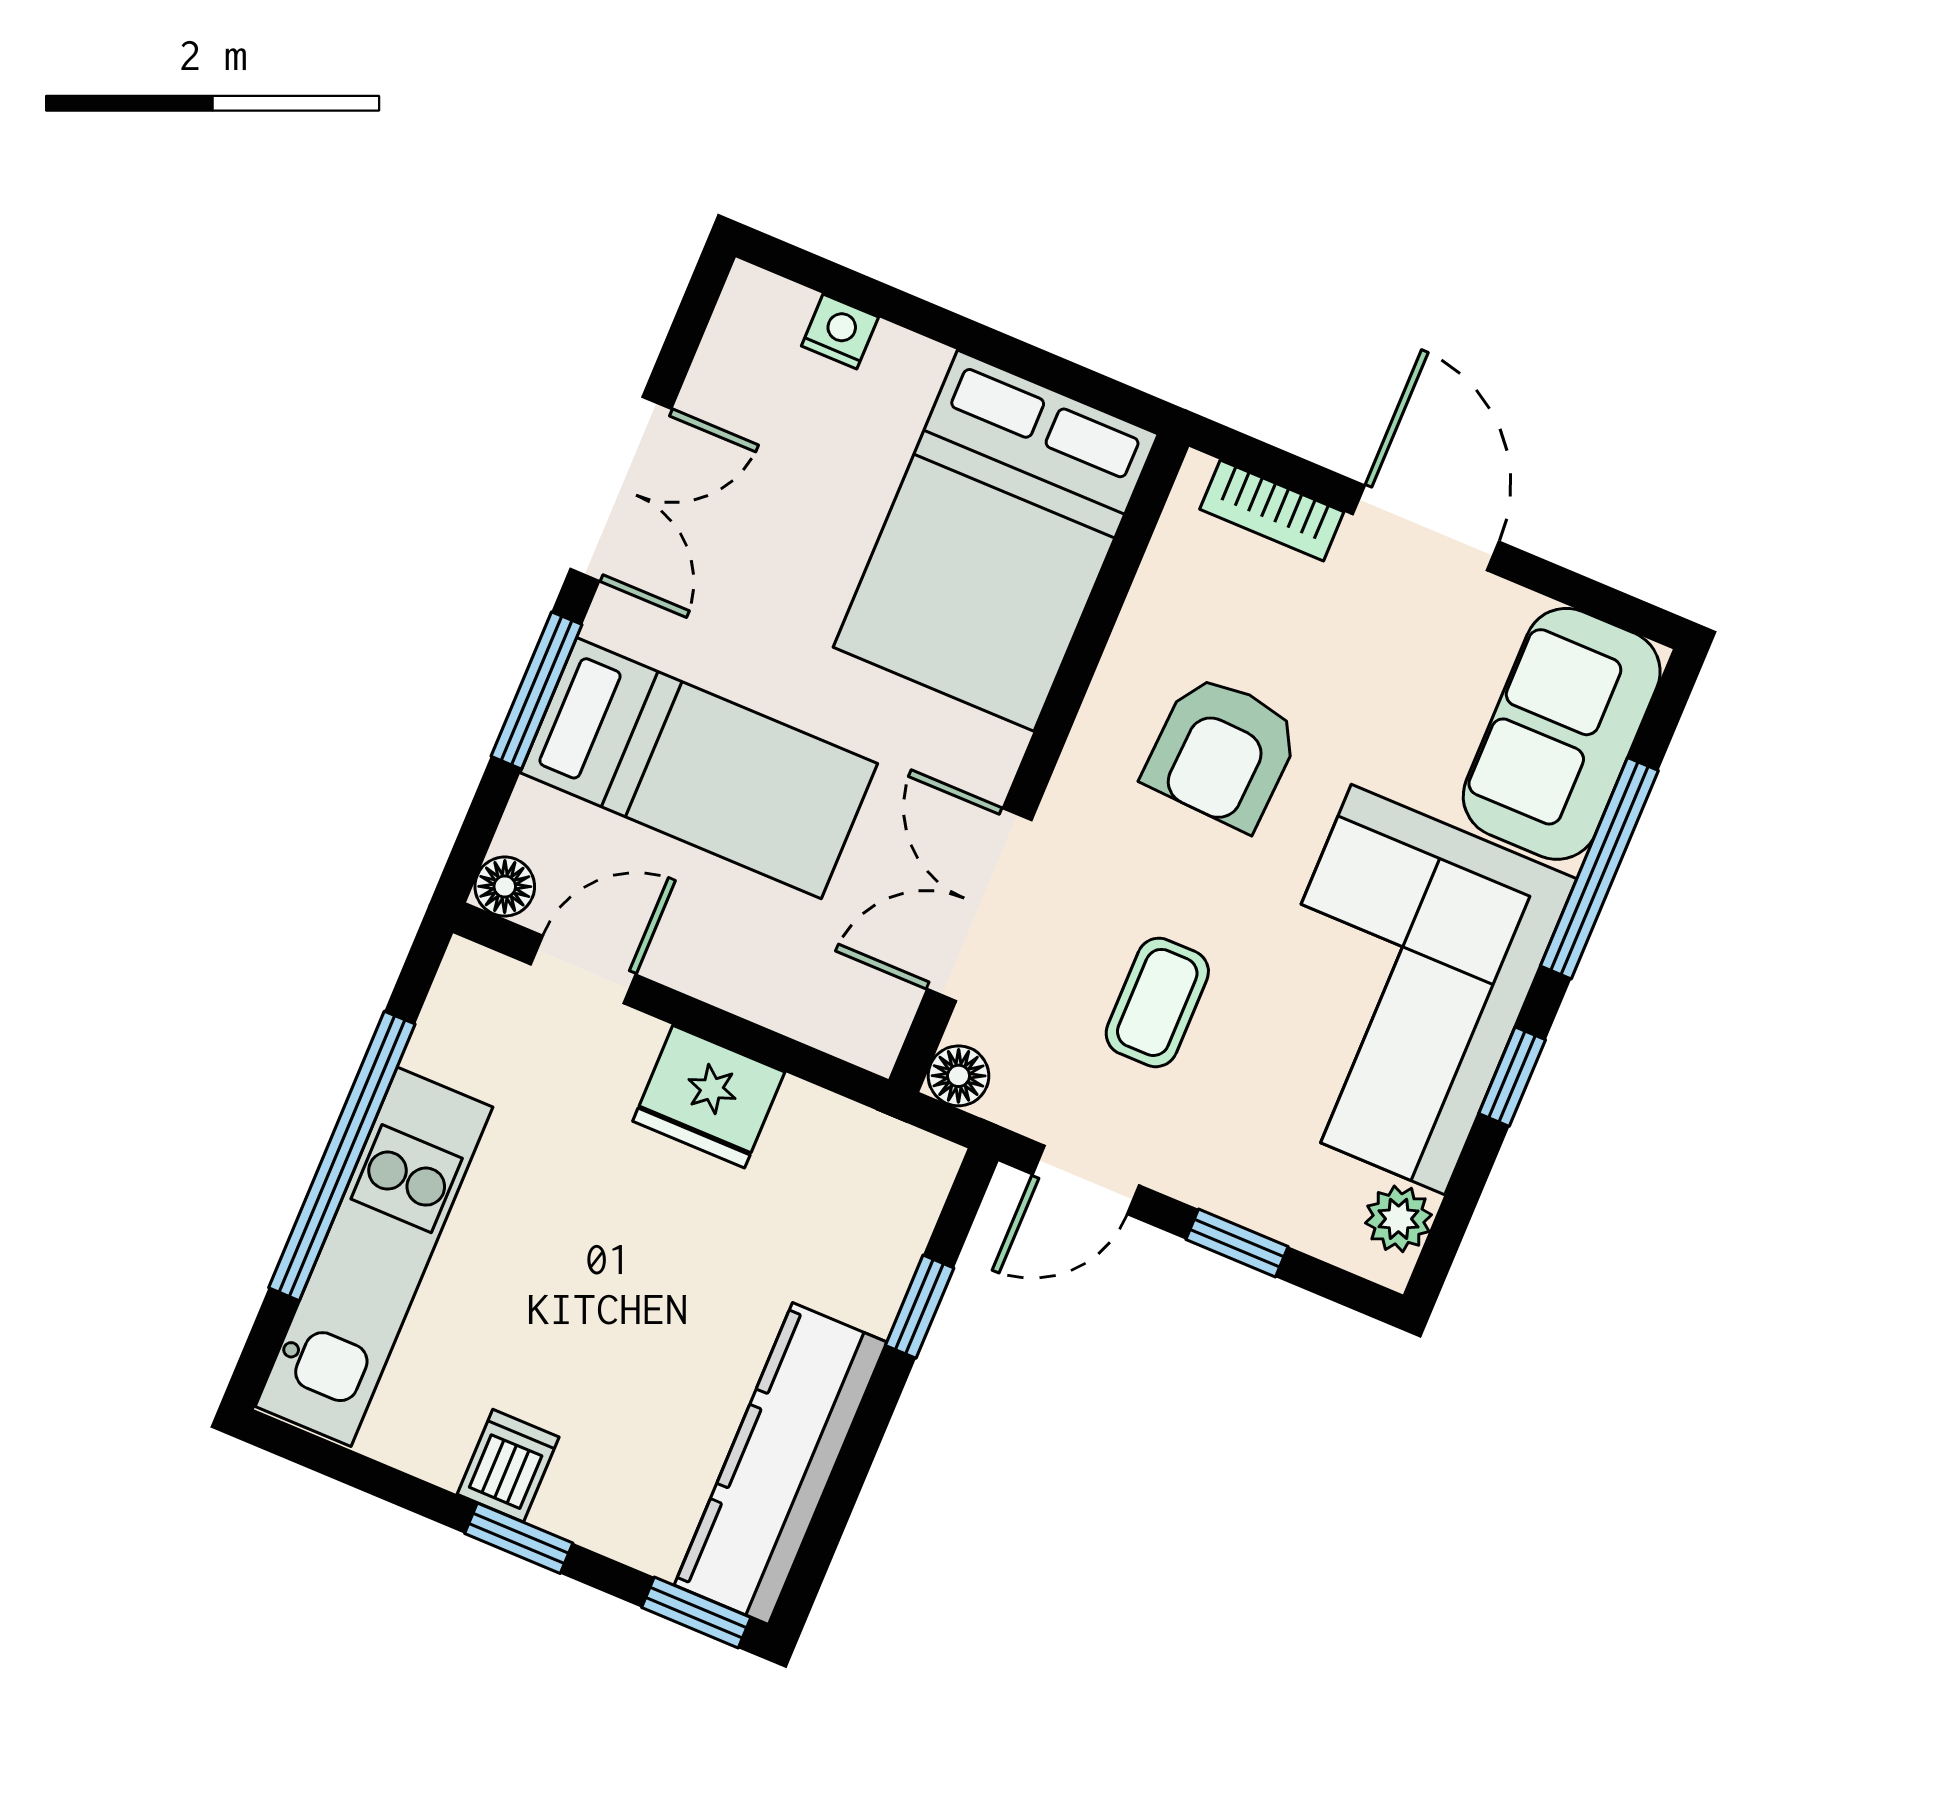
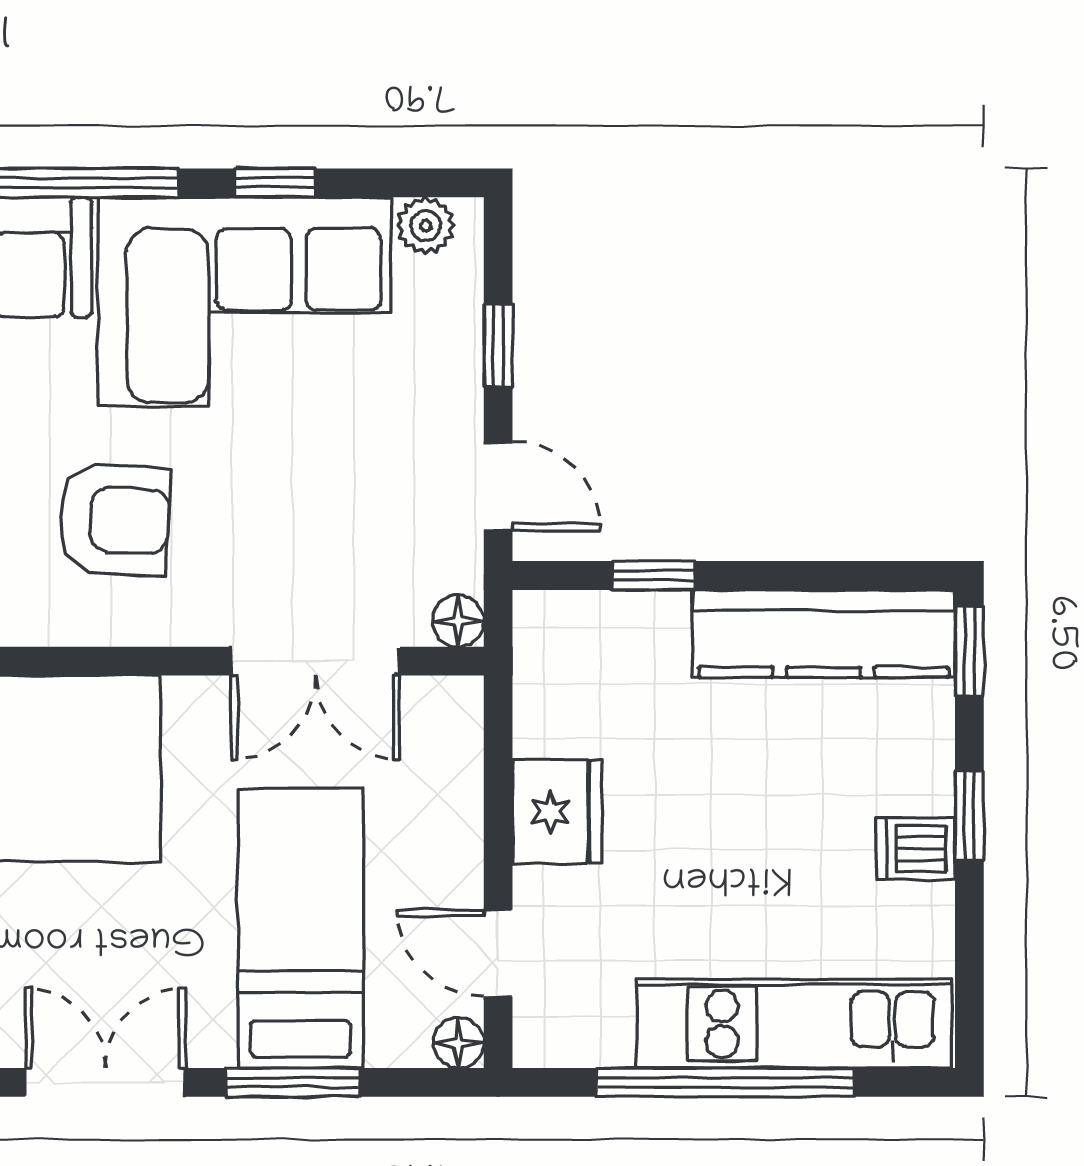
coffee table: (1157, 1002) -> (334, 488), removed

